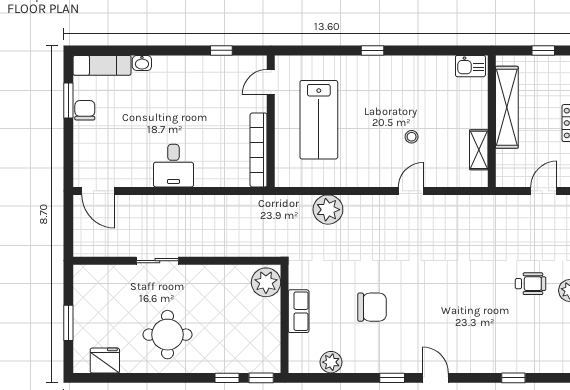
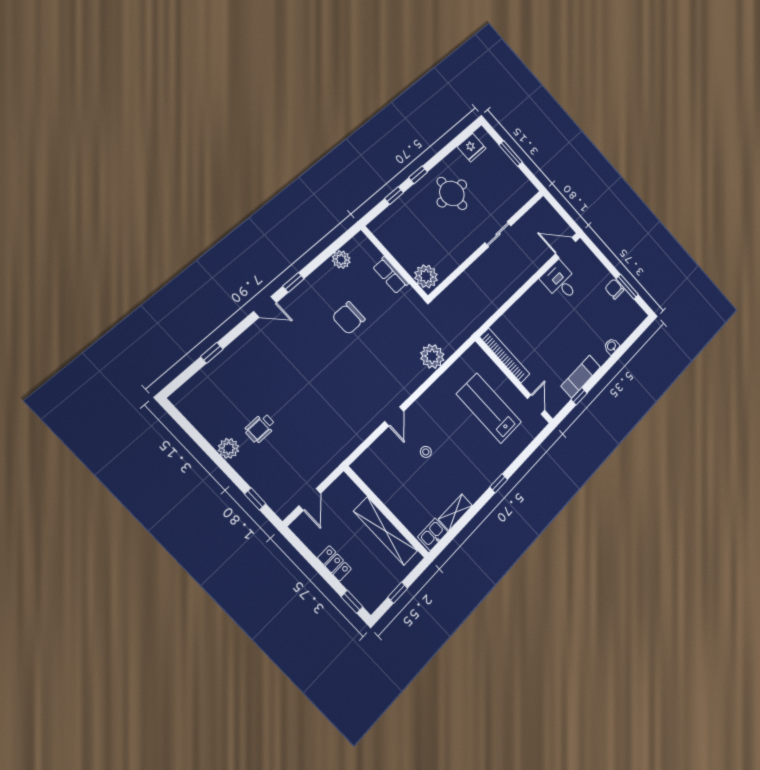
exam couch: (102, 65) -> (581, 377), moved
chair: (85, 110) -> (614, 289), turned 180
shelving: (479, 150) -> (455, 512), moved, turned 90
desk: (173, 166) -> (560, 281), moved
window: (261, 378) -> (418, 175), moved

